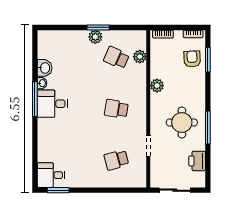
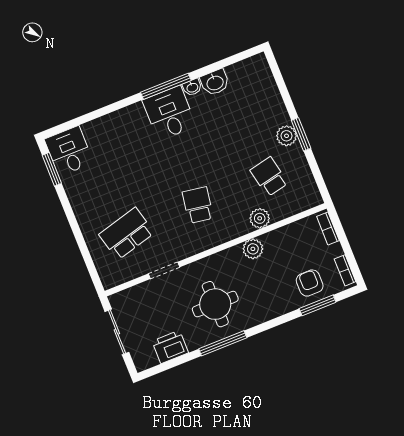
plant: (140, 57) -> (260, 218), moved
school desk: (116, 58) -> (269, 177), turned -36
armchair: (192, 59) -> (310, 283), turned -87
school desk: (116, 160) -> (127, 234), width x1.85

